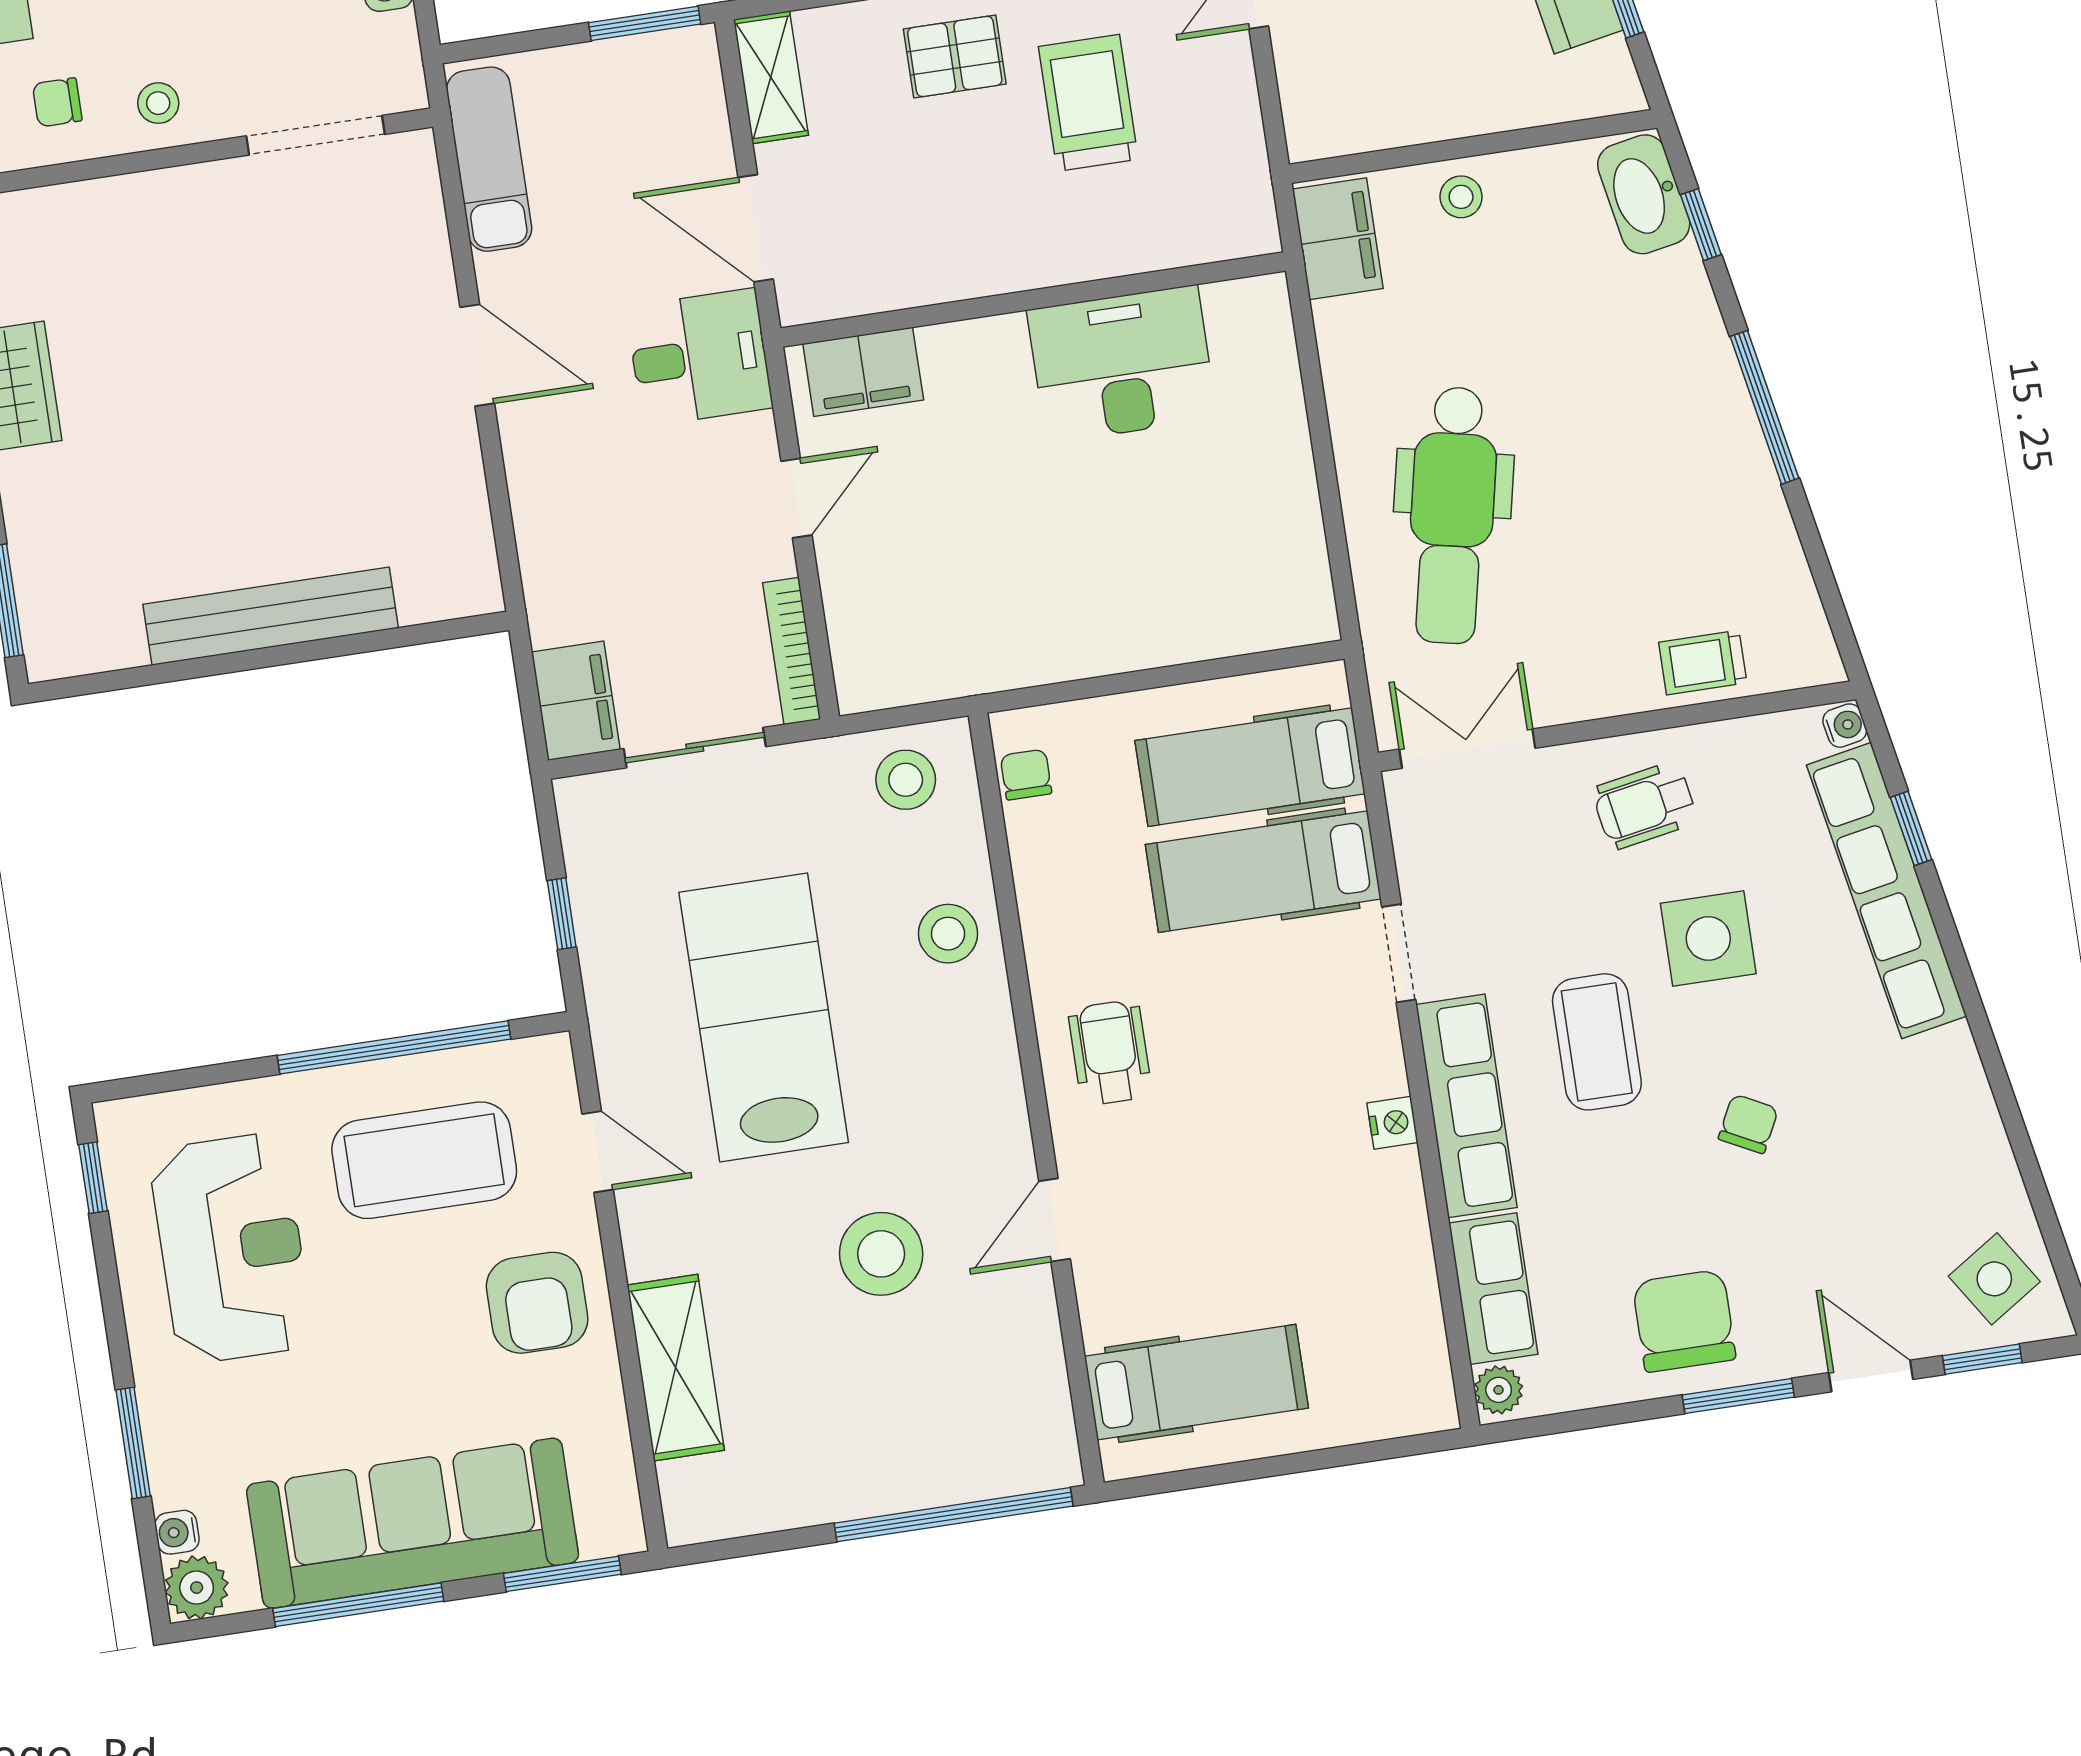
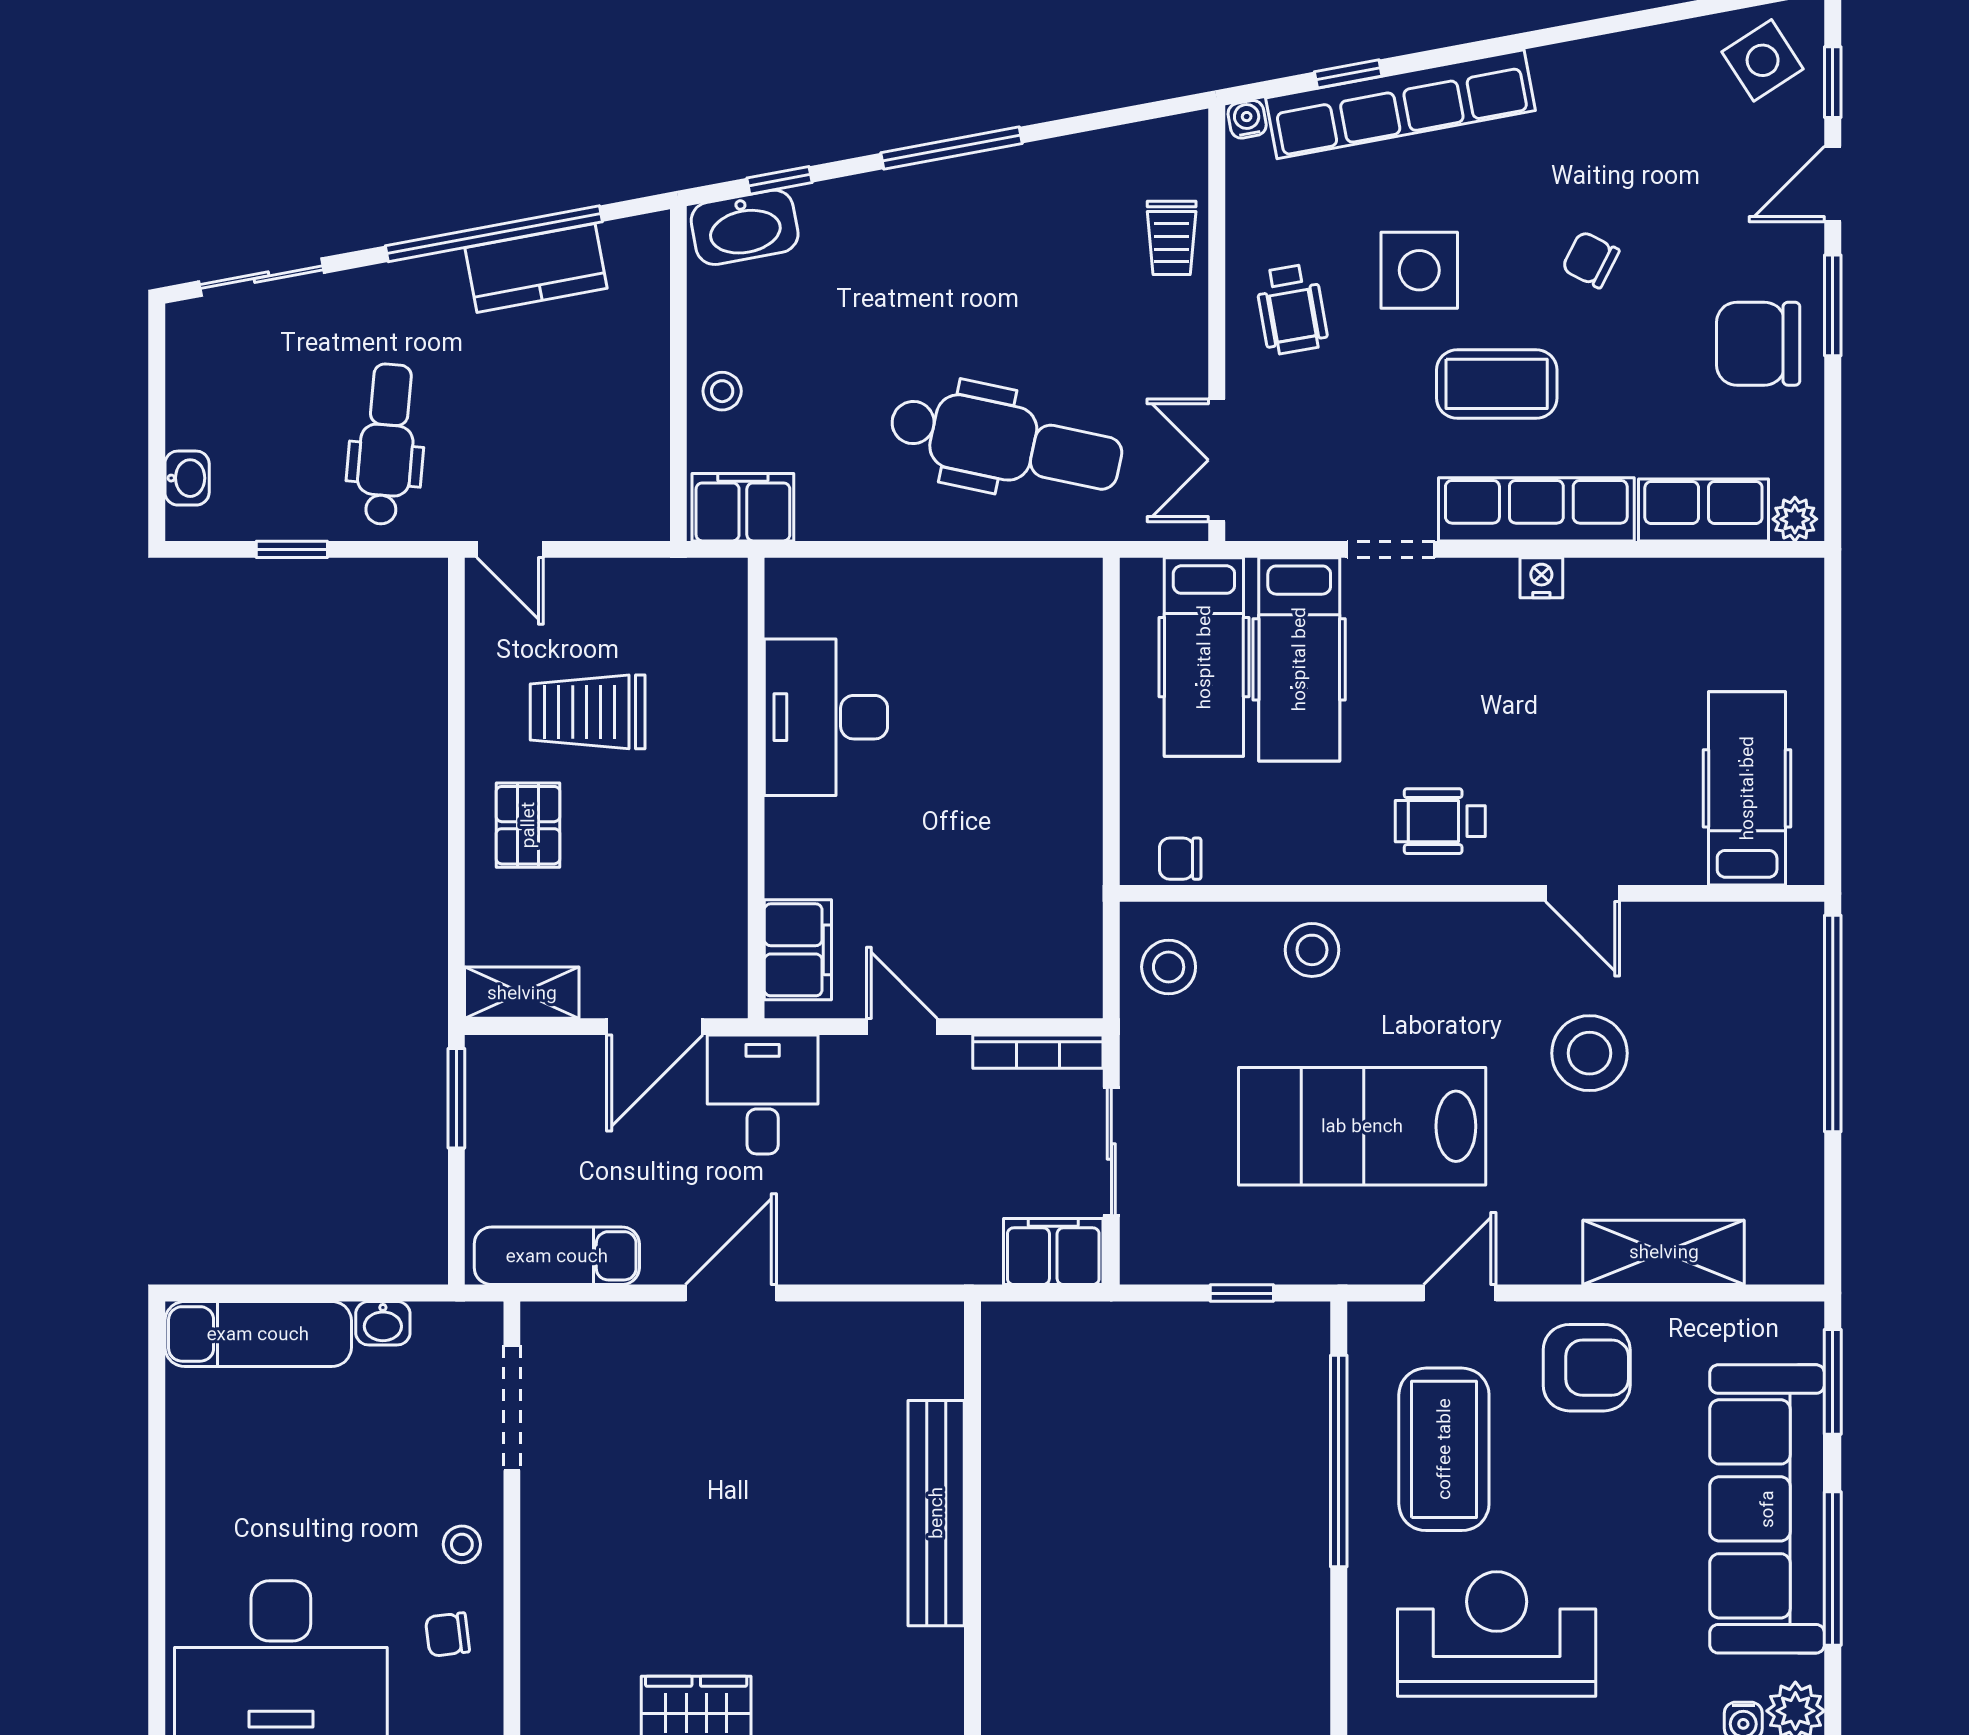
chair: (57, 102) -> (448, 1635), turned 83

